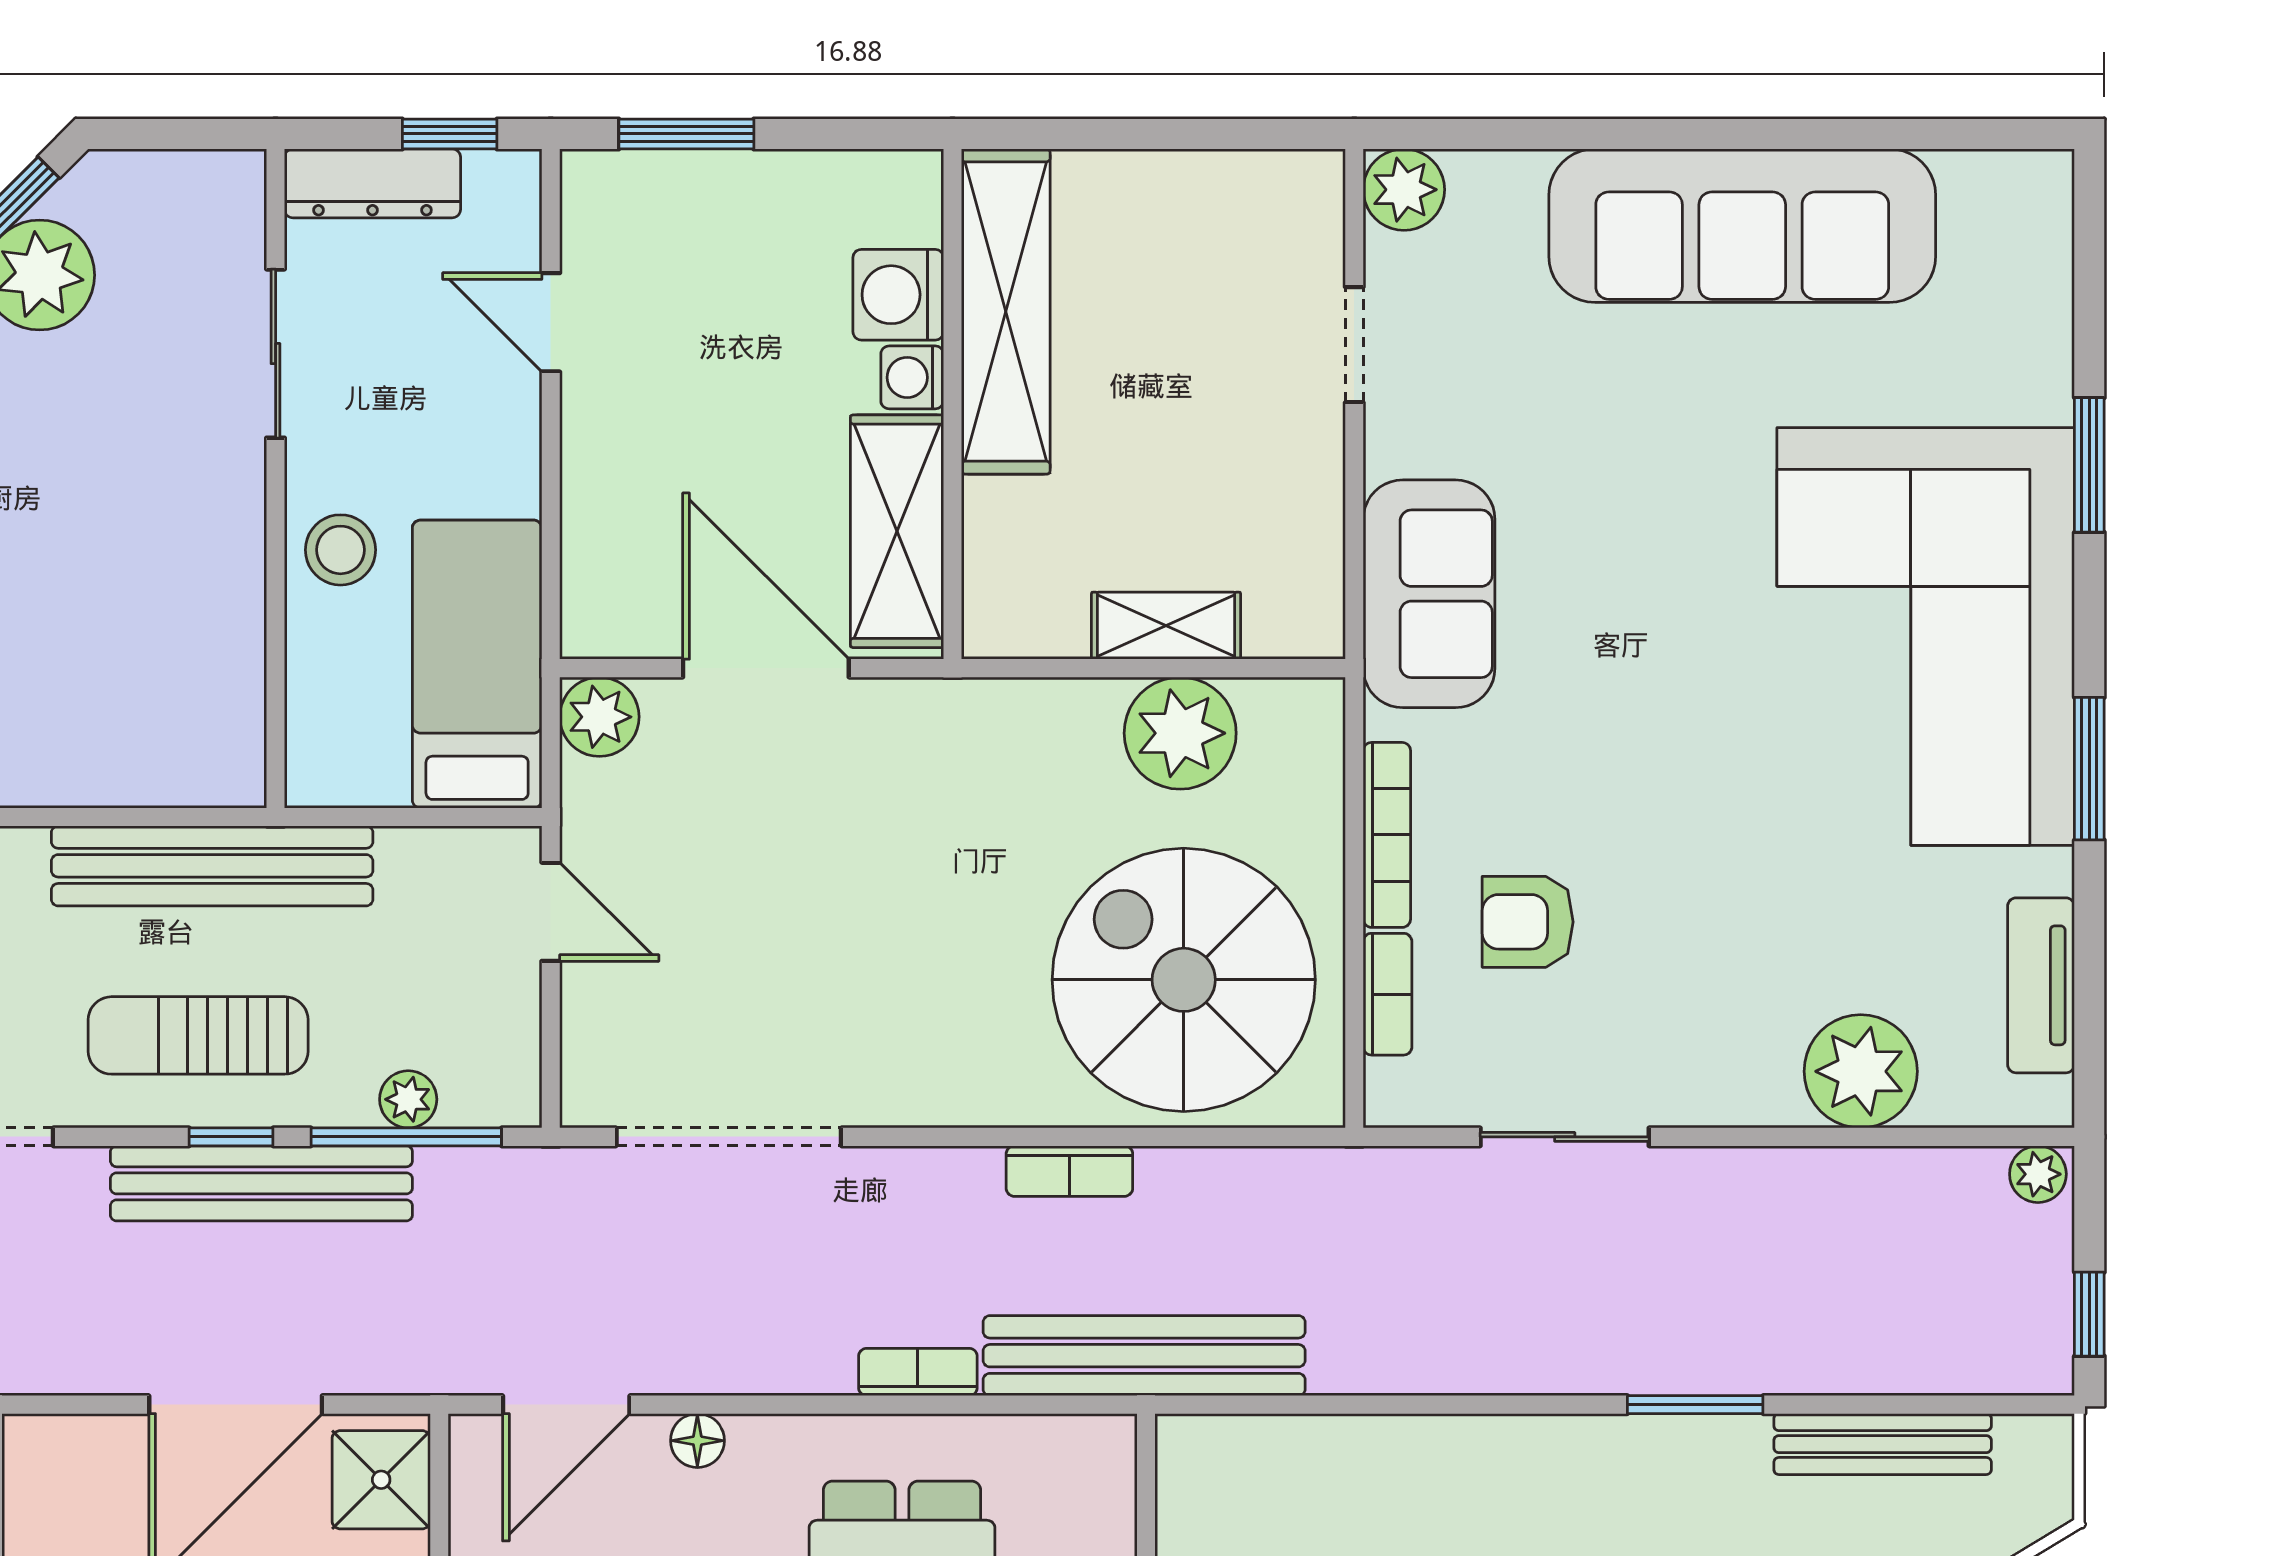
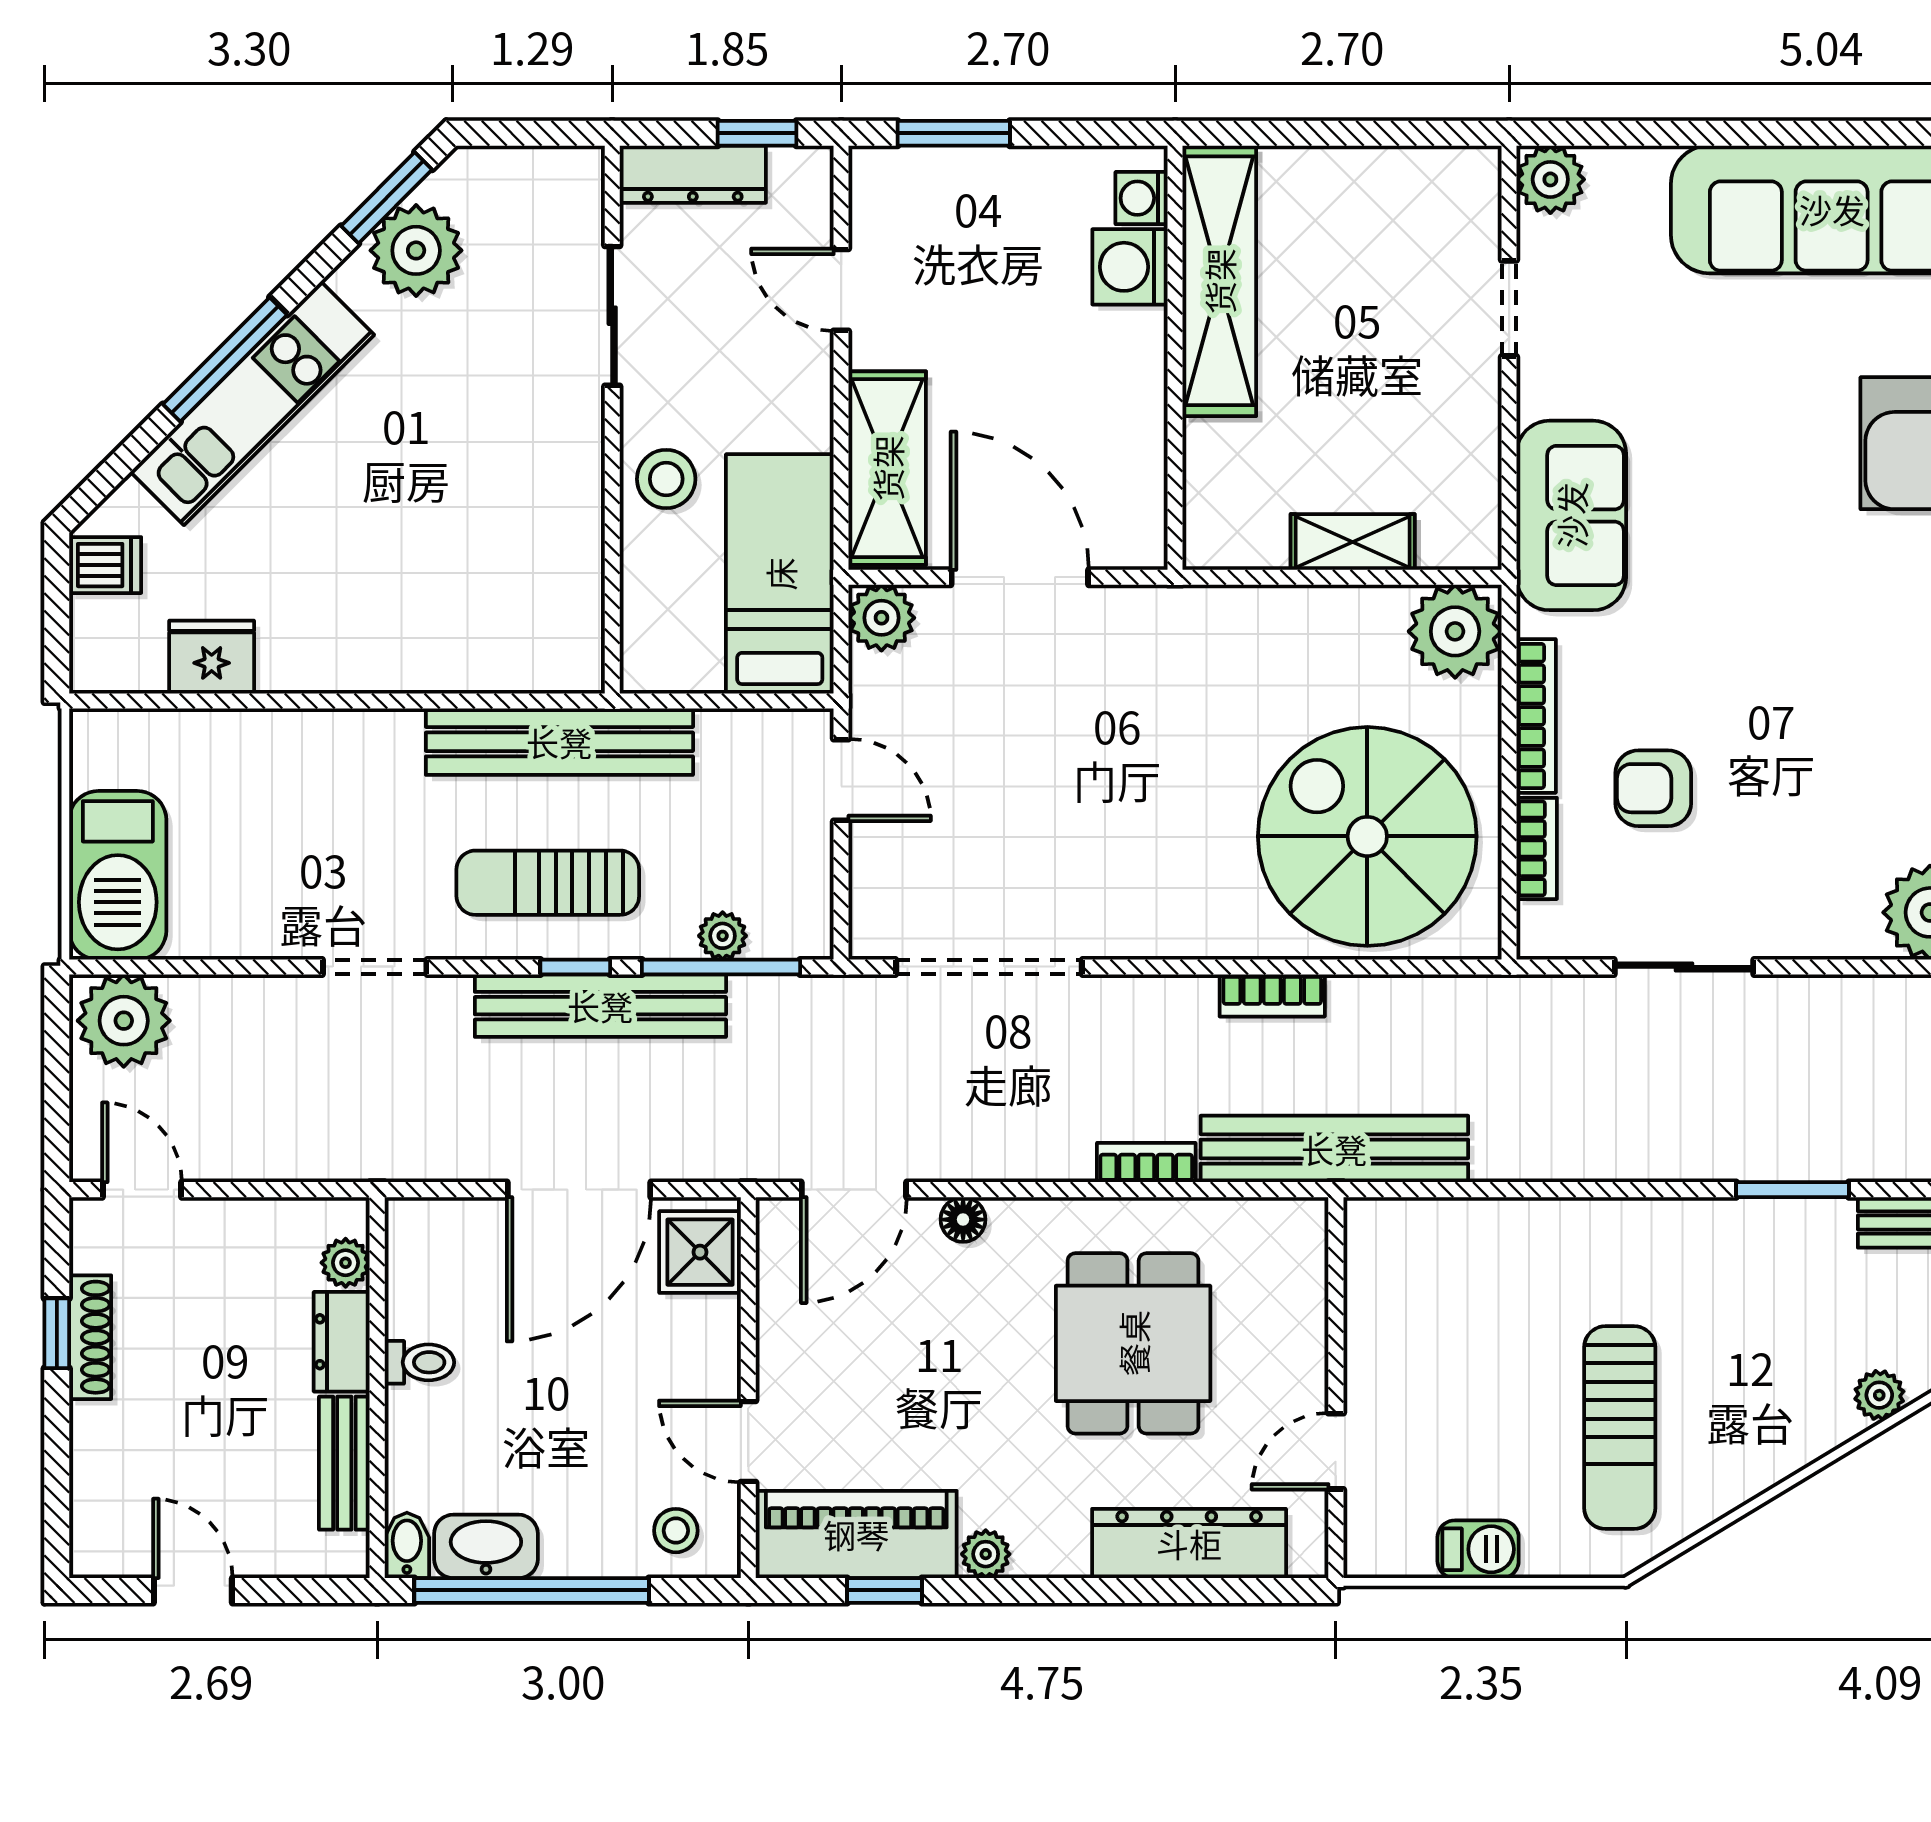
washing machine: (912, 377) -> (1142, 198), moved
shelving: (897, 531) -> (887, 468), moved
plant: (1180, 733) -> (1455, 631), moved

